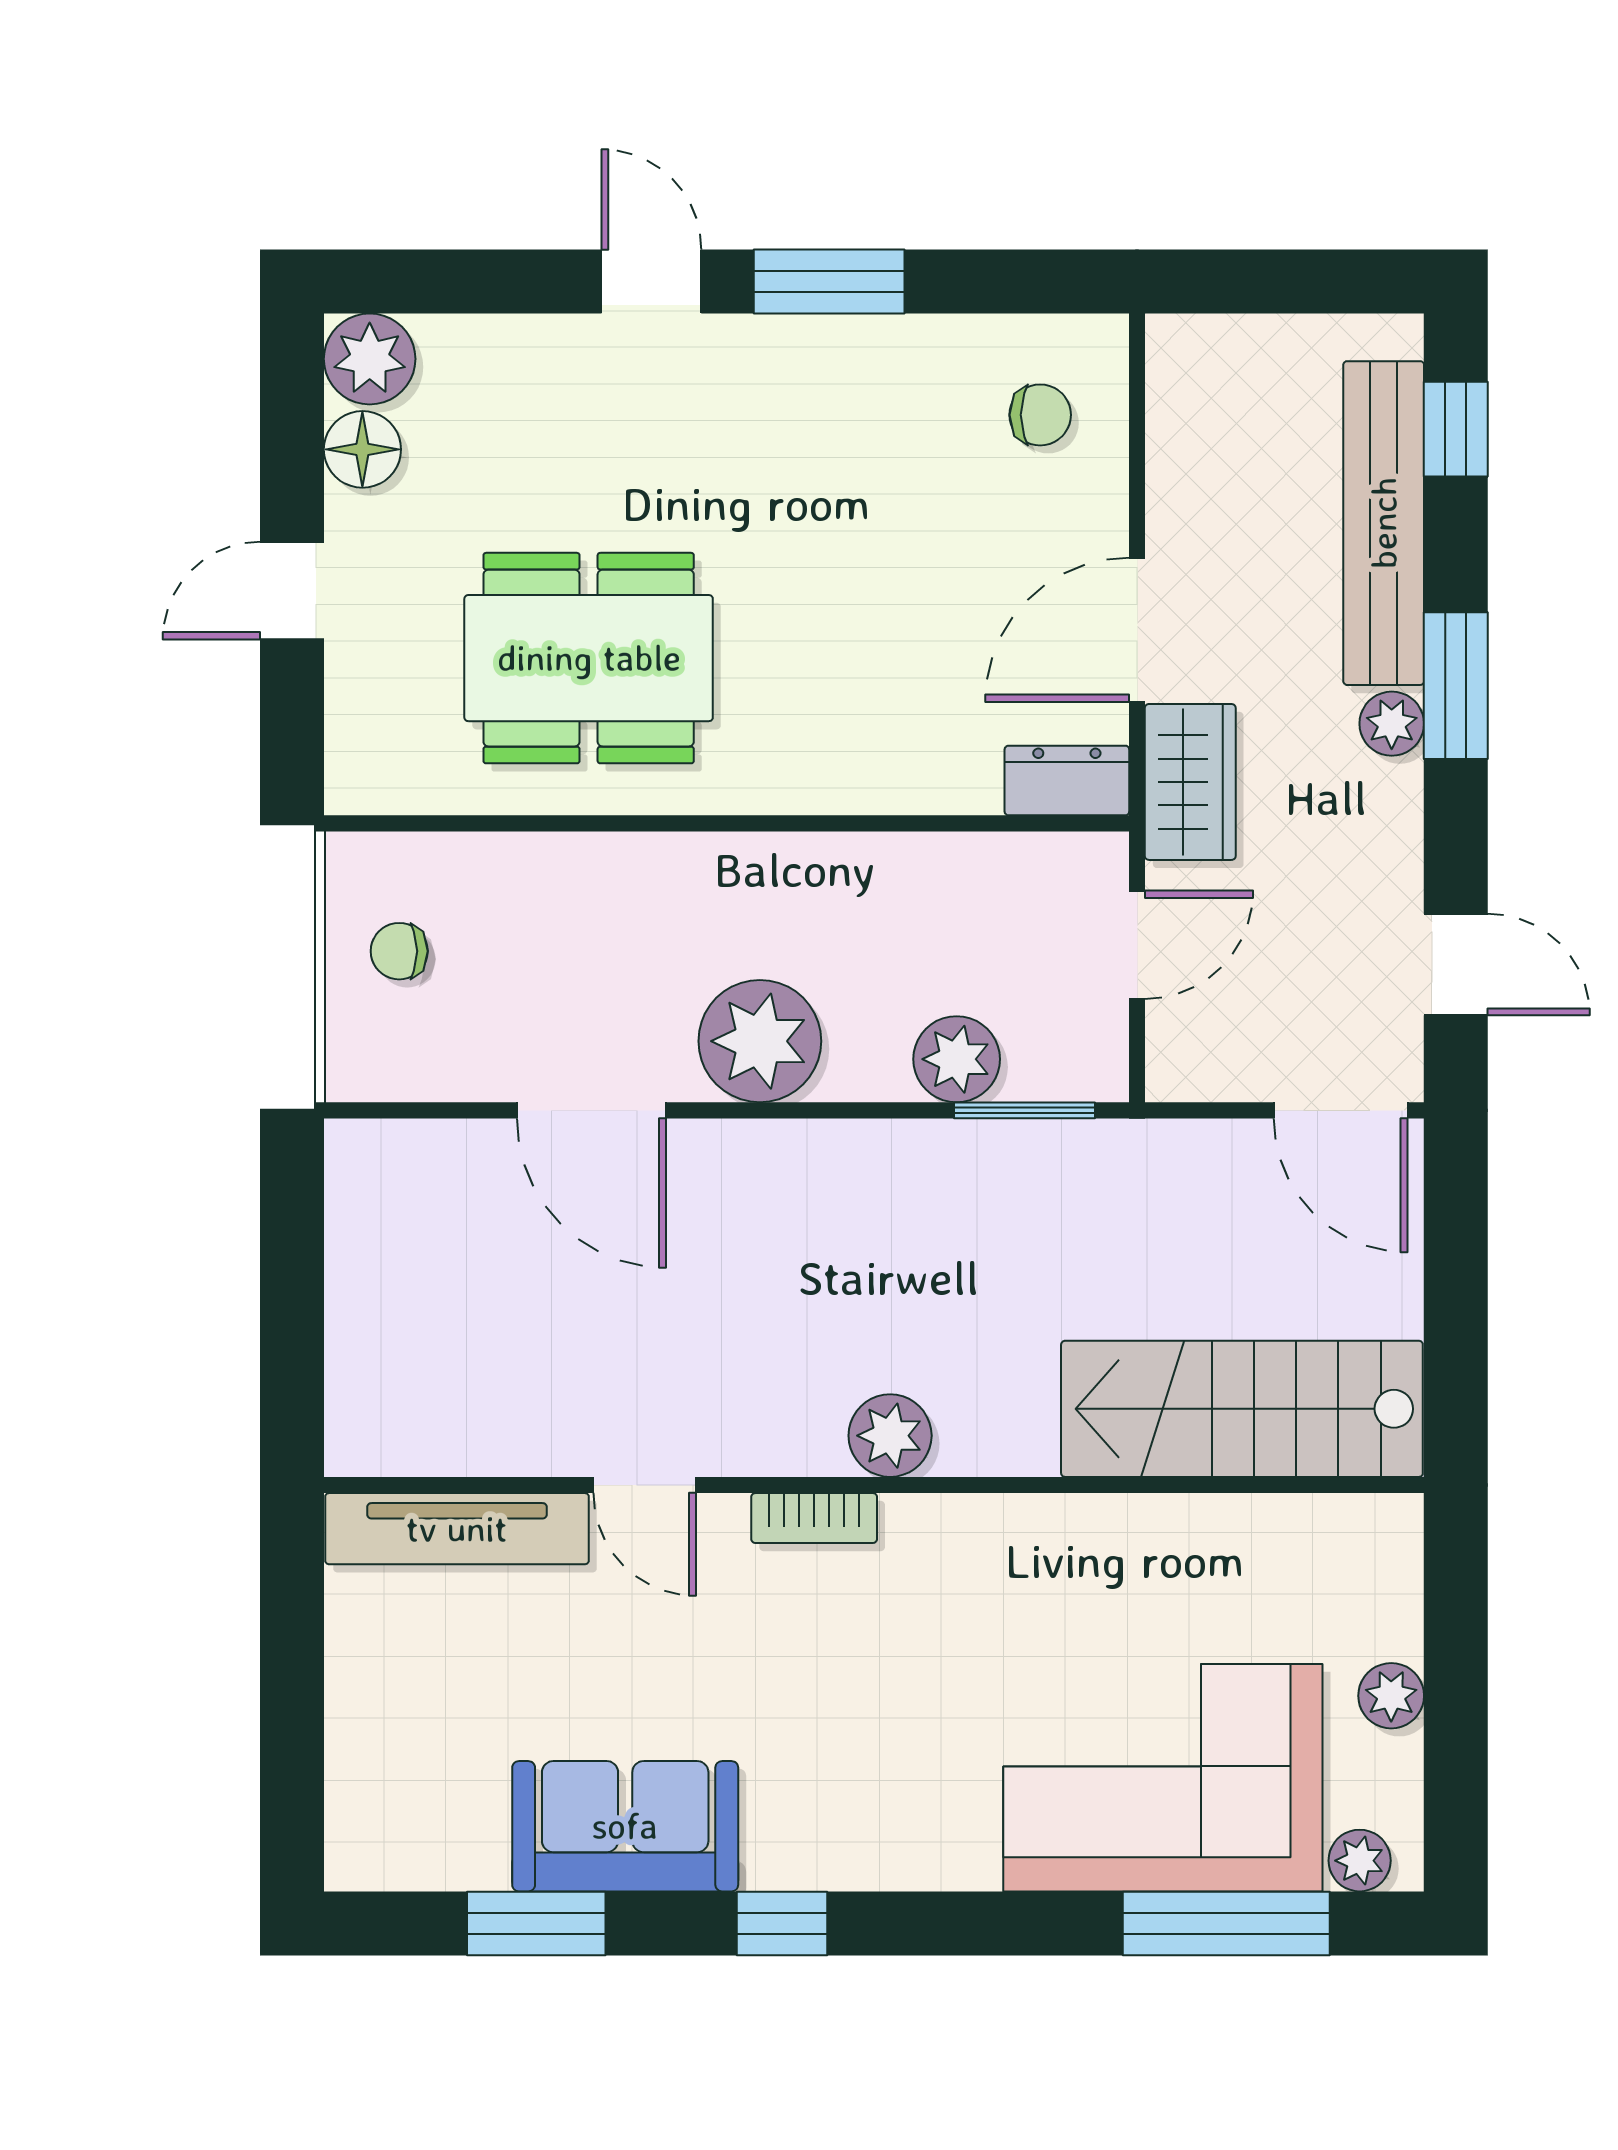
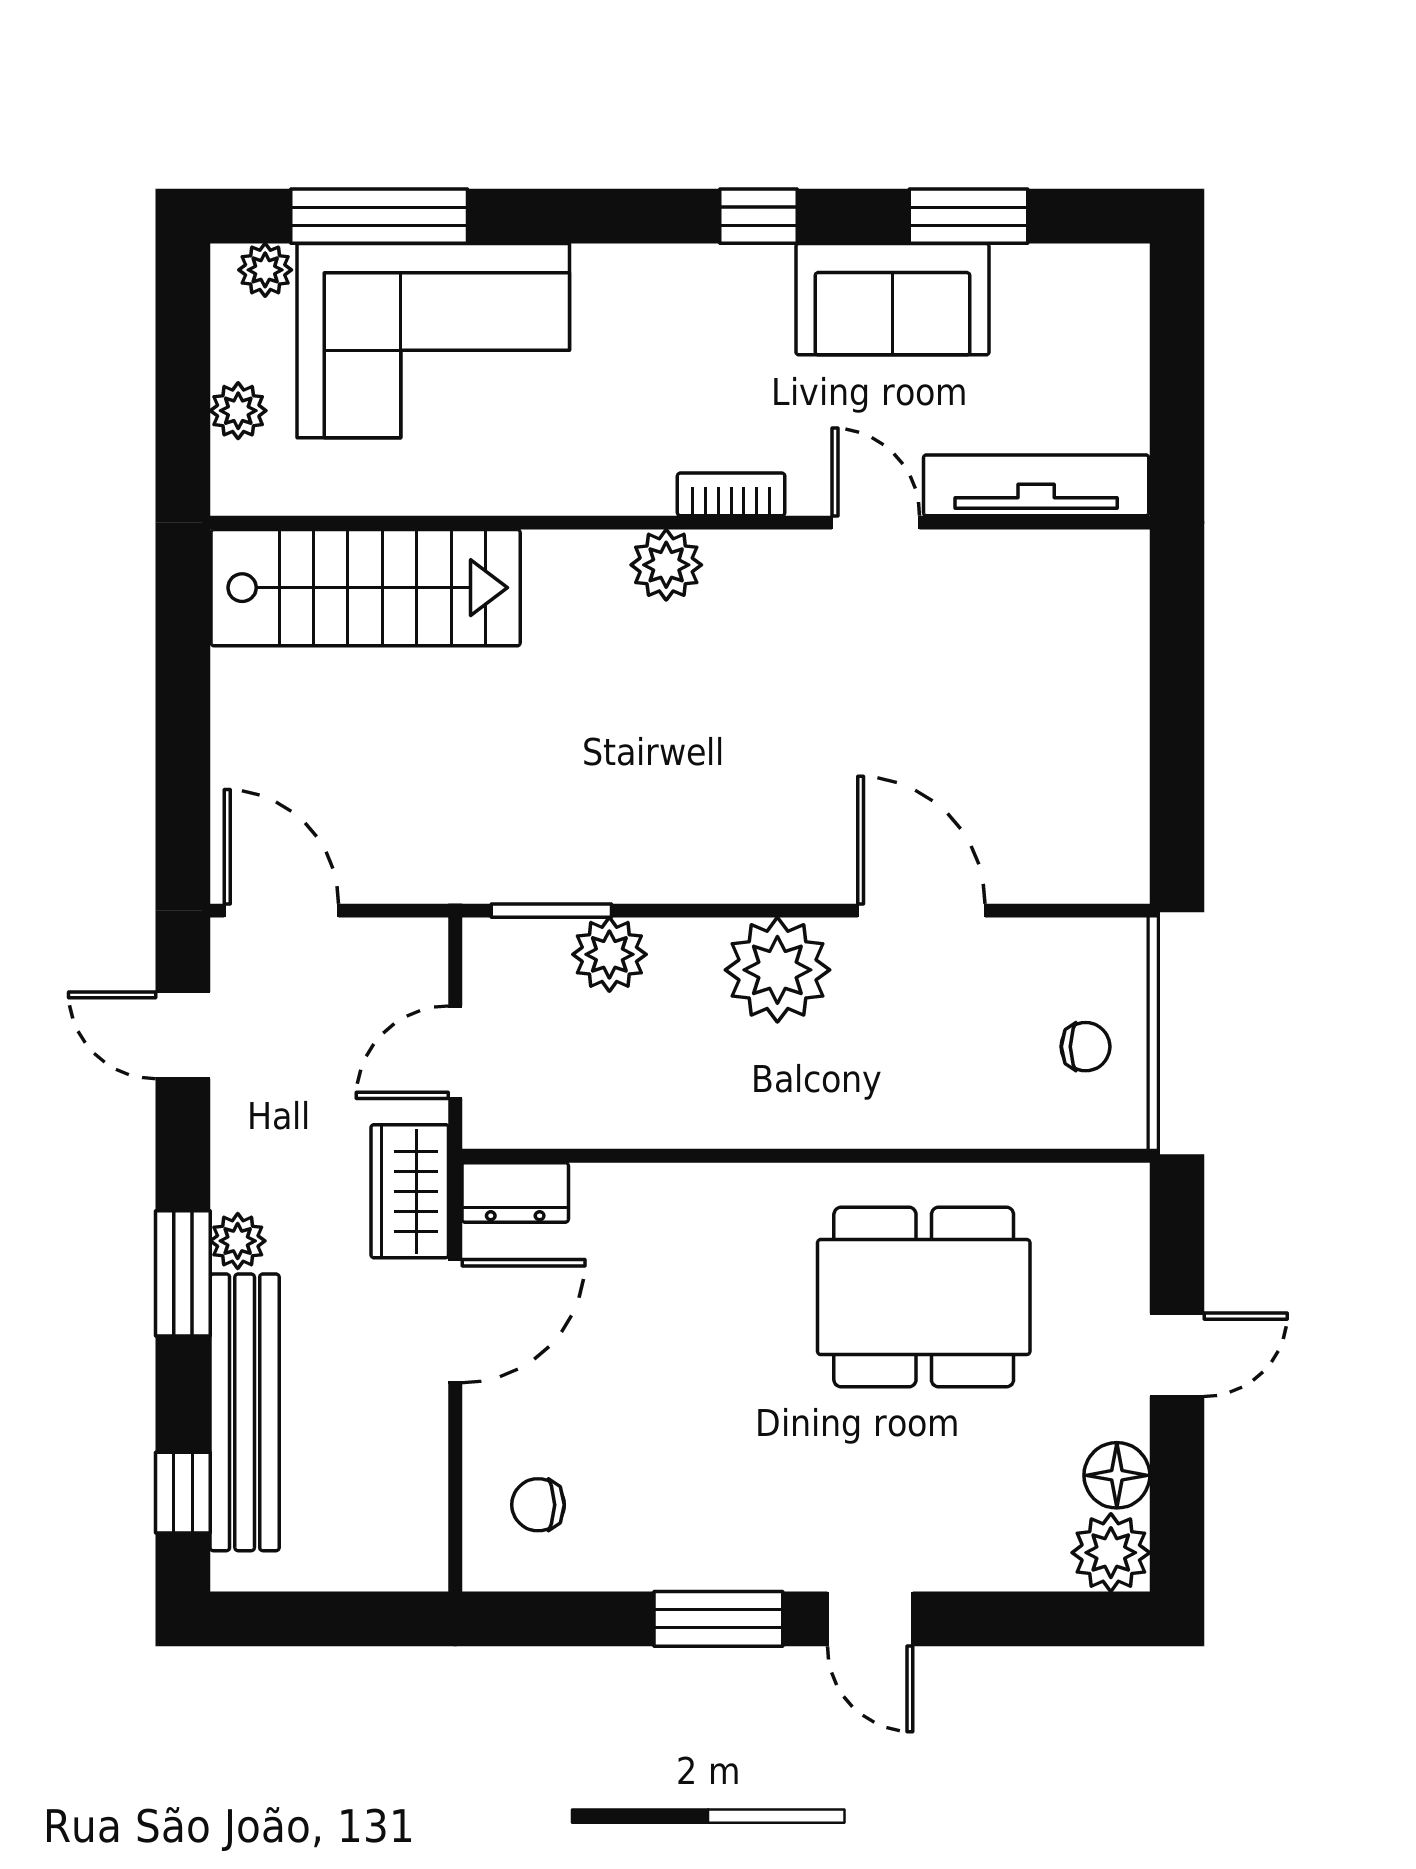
stairs: (1242, 1409) -> (366, 588), moved
plant: (890, 1436) -> (666, 565), moved
door: (645, 1485) -> (876, 523), moved
wall: (874, 1485) -> (680, 523), moved
bookcase: (814, 1518) -> (731, 494), moved
tv unit: (457, 1529) -> (1036, 485), moved

